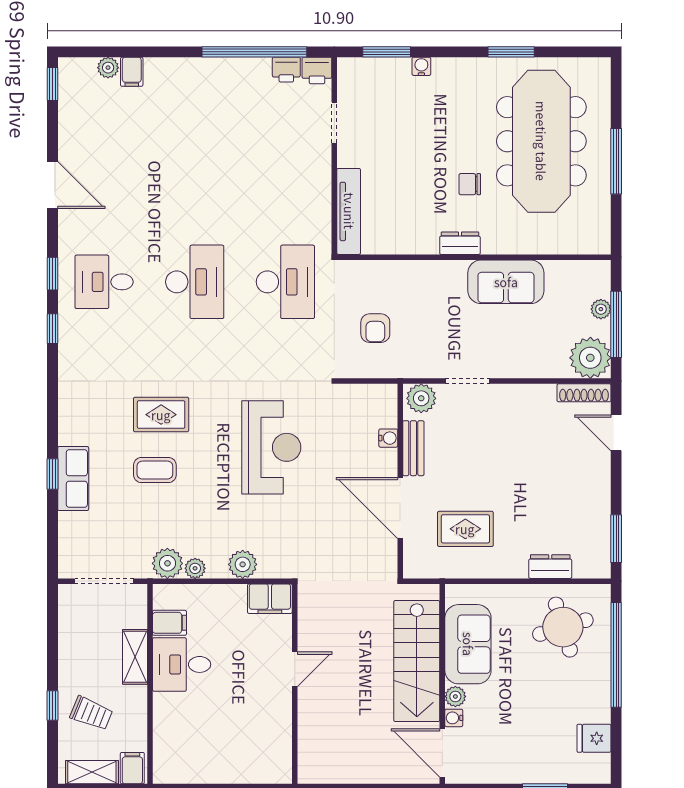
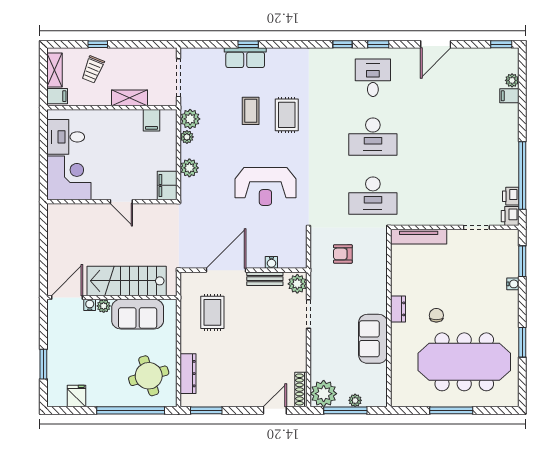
dresser: (550, 567) -> (188, 374), width x1.44
desk: (182, 664) -> (66, 137), moved, turned -90
corner desk: (258, 750) -> (69, 178), added

